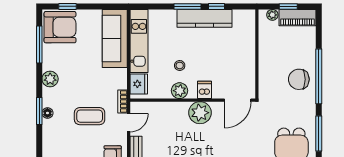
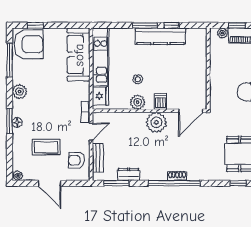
coffee table: (90, 116) -> (46, 147), moved

